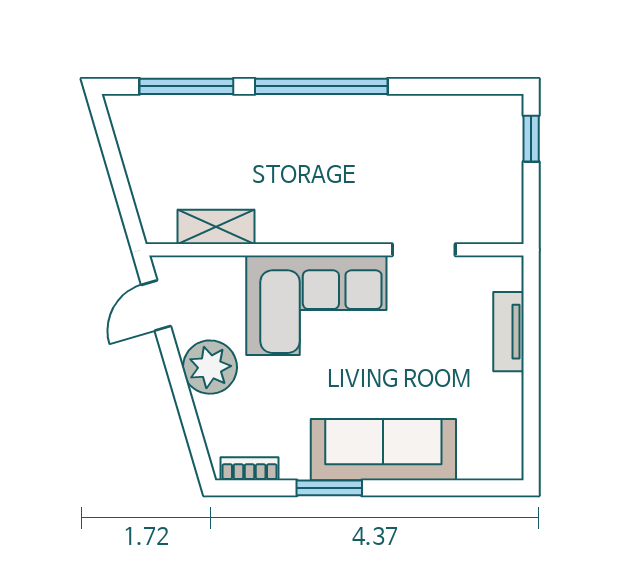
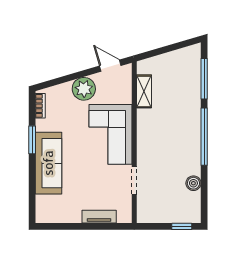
boiler: (430, 111) -> (193, 183), added

